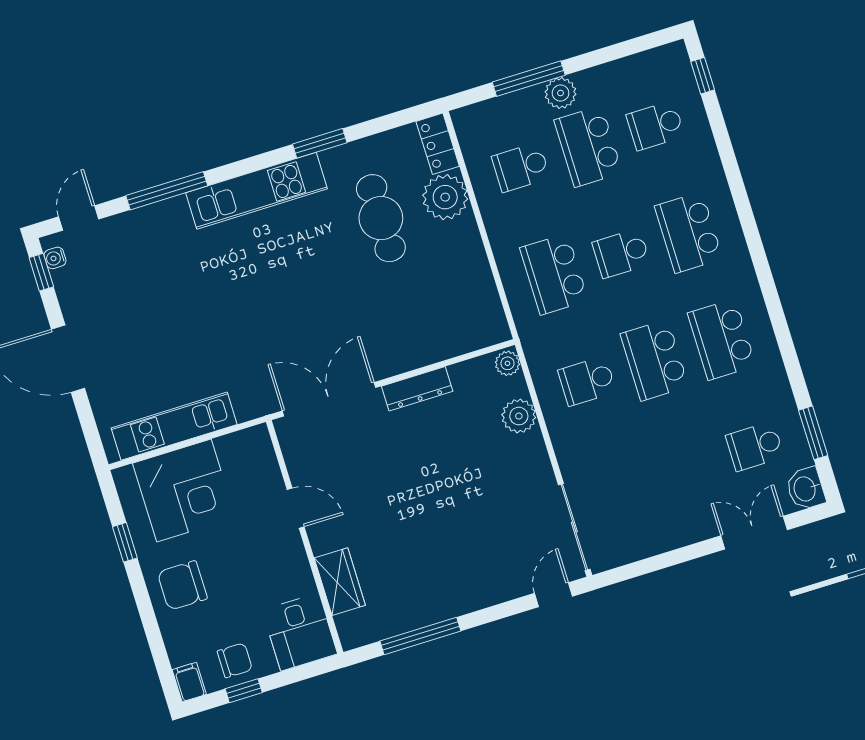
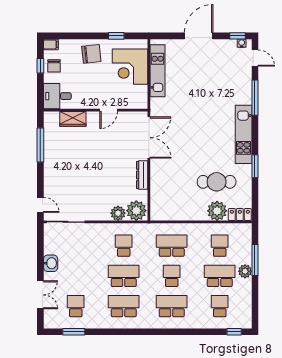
plant: (507, 363) -> (136, 211), width x1.87, depth x1.87
washbasin: (806, 489) -> (51, 263), moved, turned 90
chair: (182, 585) -> (91, 54), turned 84

